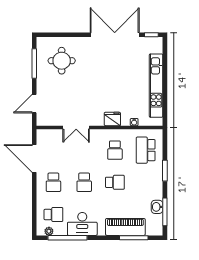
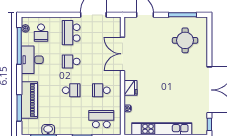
double door: (76, 127) -> (123, 54), width x1.37
school desk: (53, 182) -> (71, 33), width x1.85
school desk: (115, 182) -> (71, 90), turned -90

